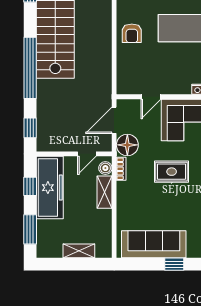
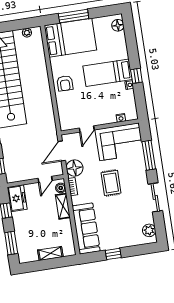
rug: (172, 172) -> (111, 183), turned 90
freezer: (50, 188) -> (17, 198), width x0.52, depth x0.79
sofa: (154, 244) -> (86, 229), moved, turned 90
window: (174, 264) -> (113, 254), moved

